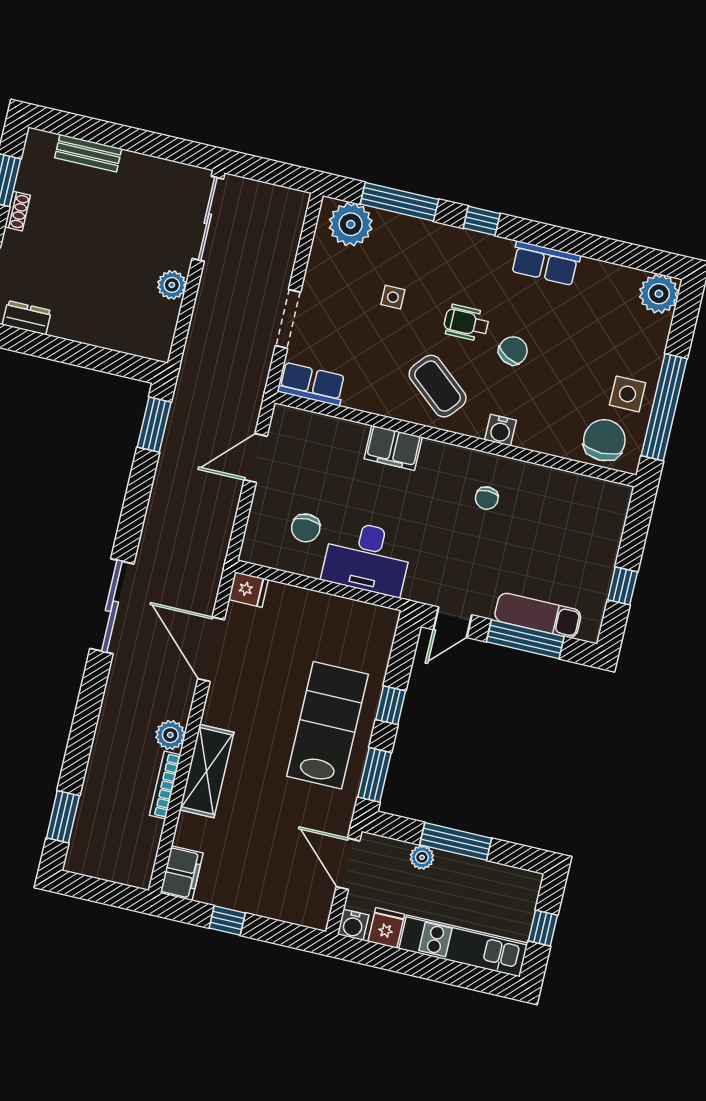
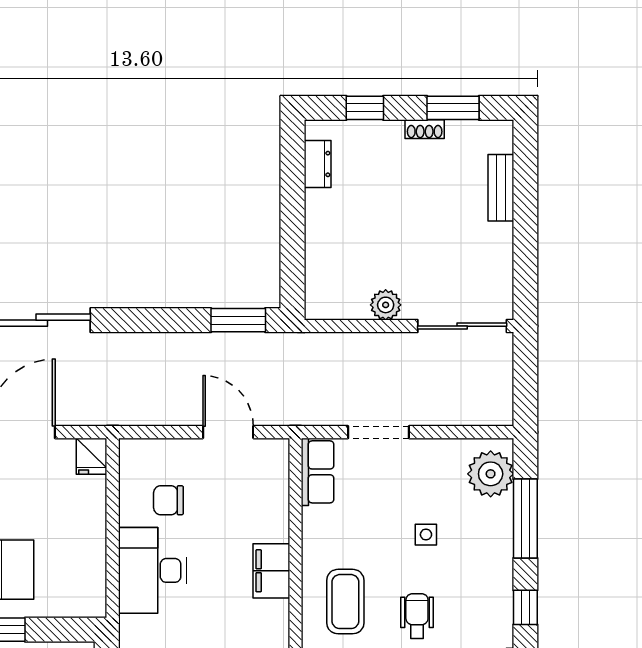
coffee table: (438, 386) -> (345, 602), turned -40

